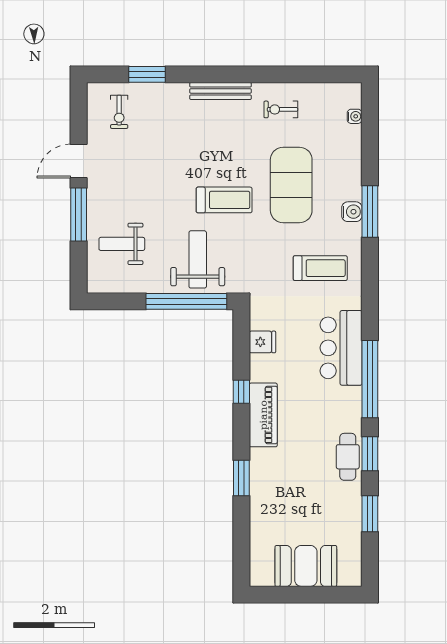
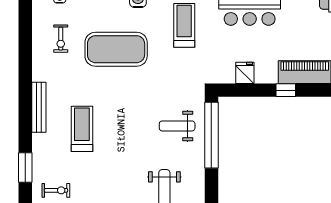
exercise bike: (281, 109) -> (61, 39), moved
treadmill: (224, 200) -> (82, 129), moved
weight bench: (198, 259) -> (177, 126), width x0.73, depth x0.75

